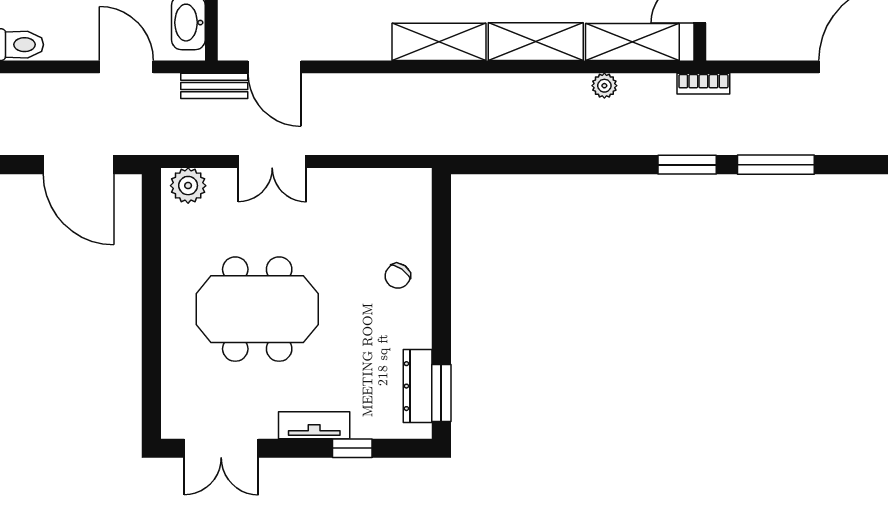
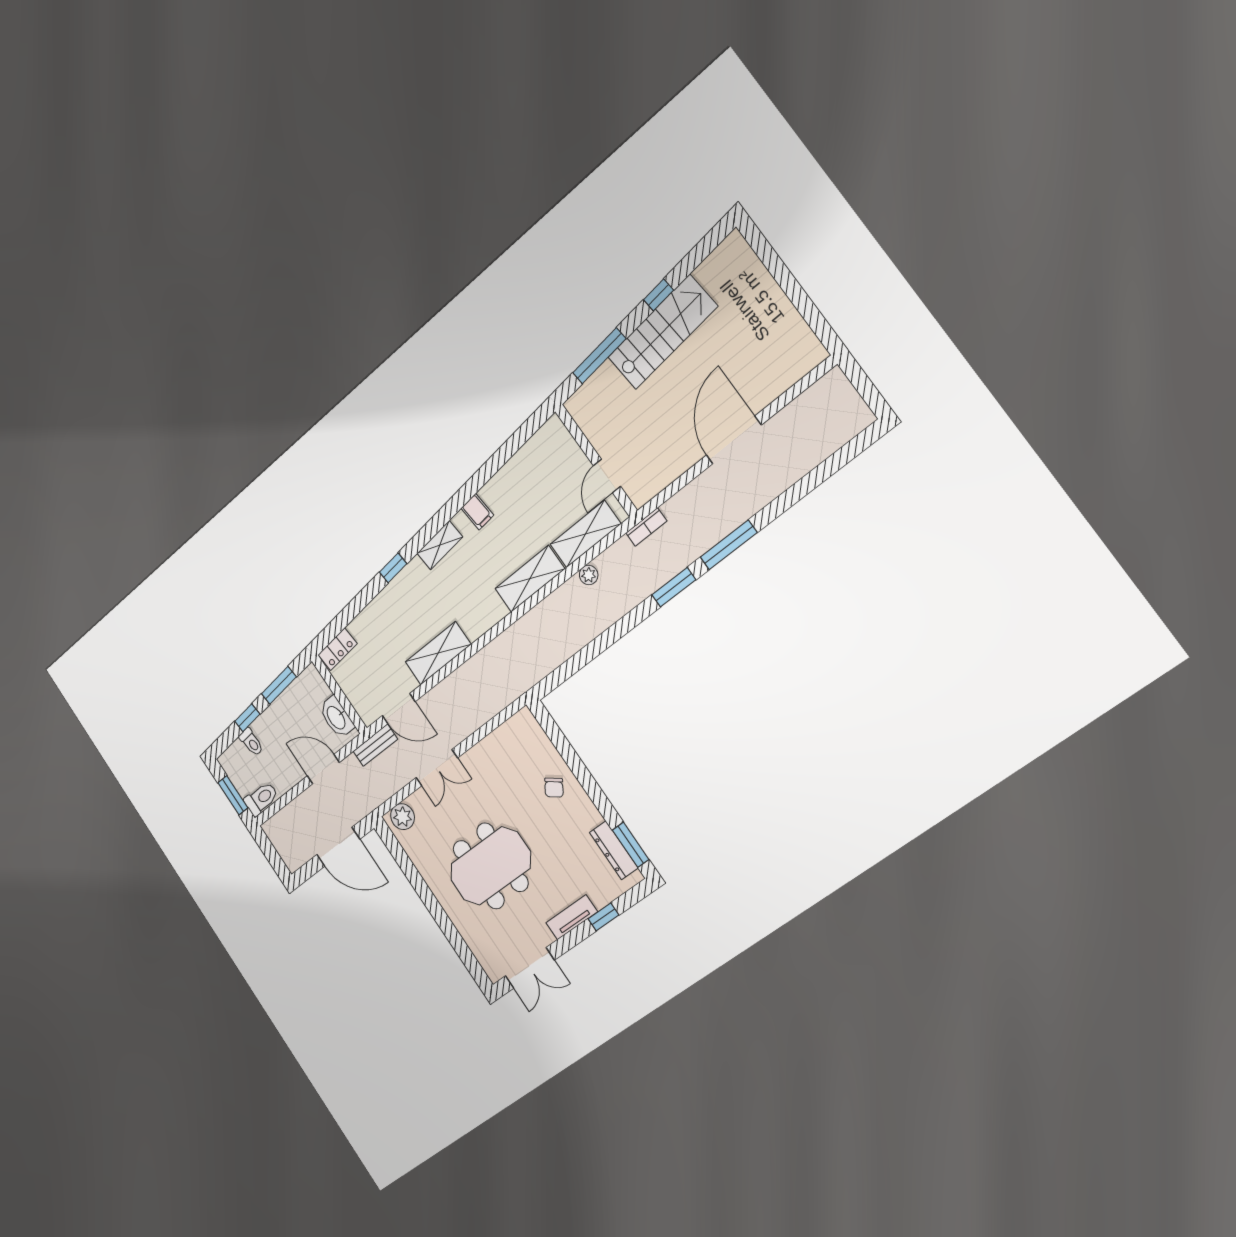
shelving: (439, 42) -> (438, 653), moved

